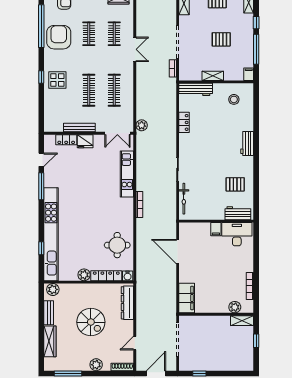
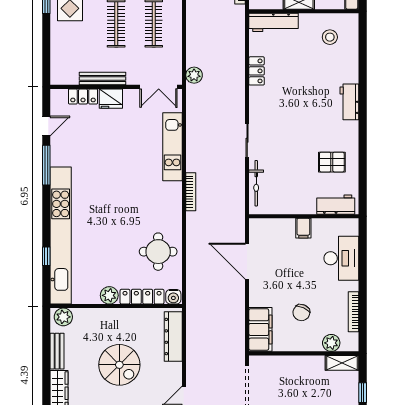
desk: (237, 234) -> (341, 258), moved, turned 90
chair: (215, 287) -> (301, 313), added

